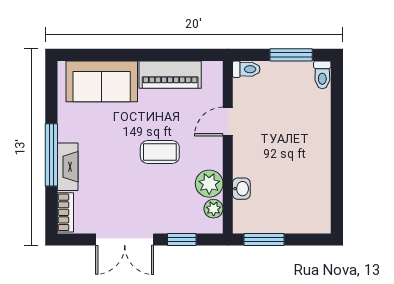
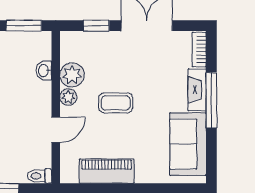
sofa: (102, 81) -> (188, 144), moved, turned -90
plant: (214, 209) -> (68, 97), moved

